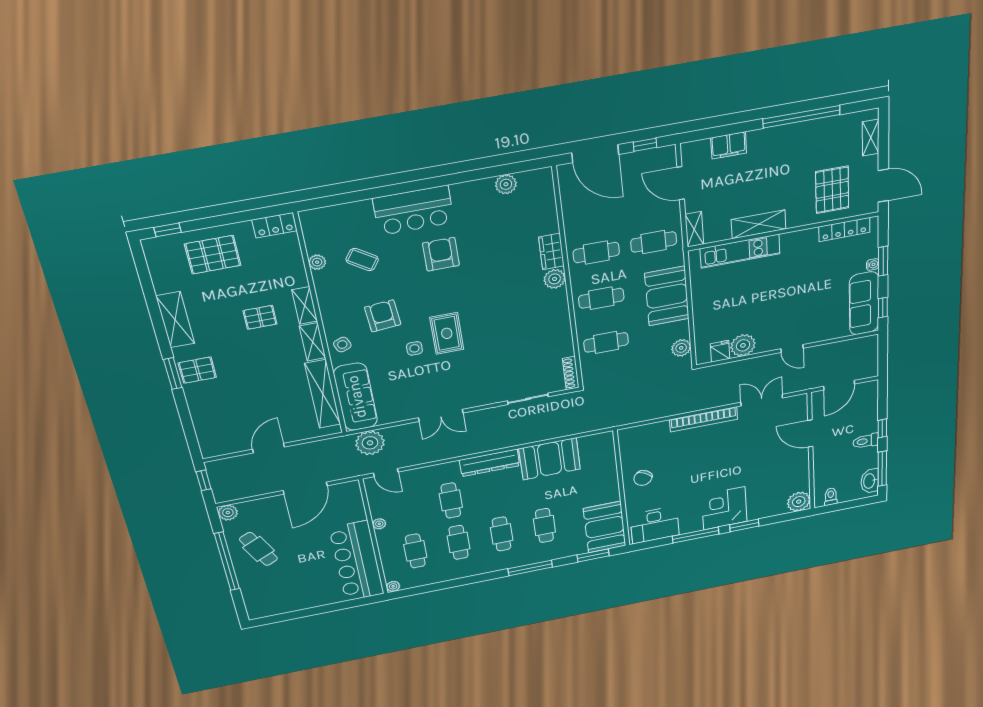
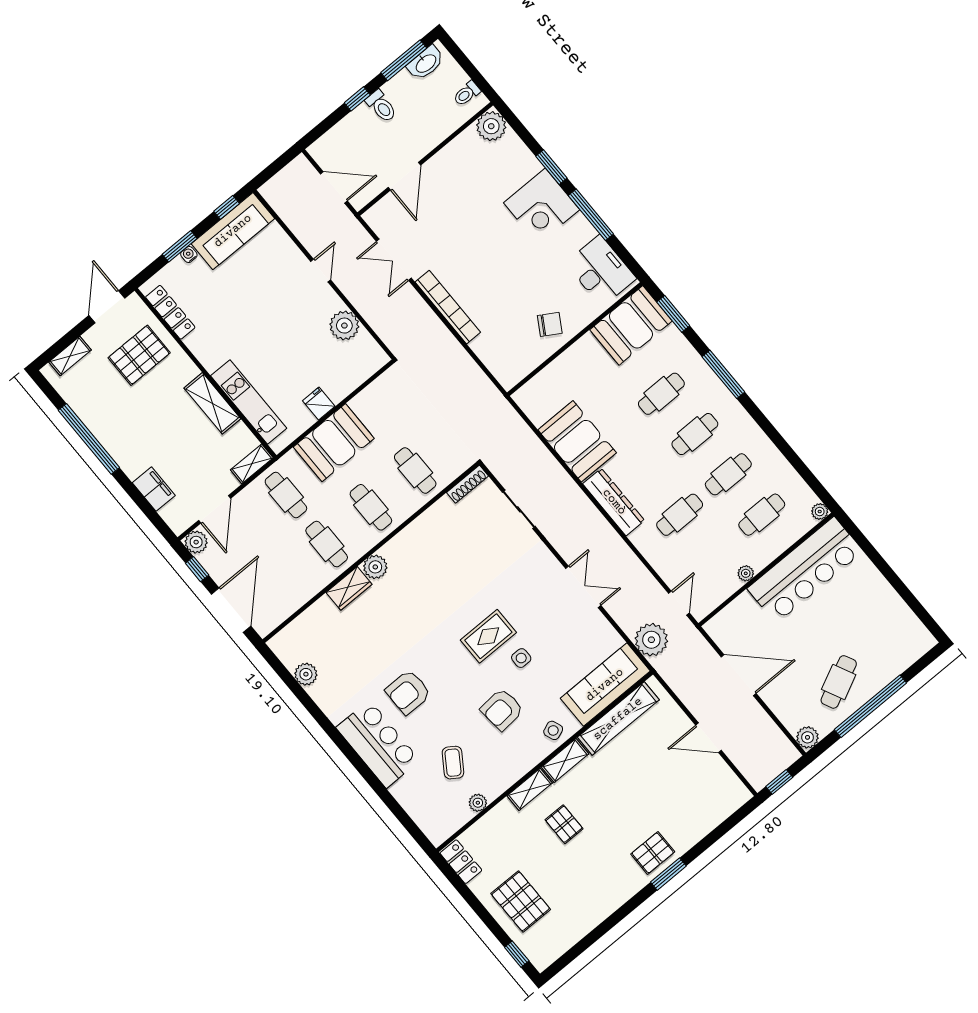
shelving: (175, 320) -> (608, 901), removed
plant: (681, 348) -> (196, 542), moved
fridge: (720, 351) -> (319, 403), moved, turned 90
pallet: (197, 370) -> (653, 853), turned 90

